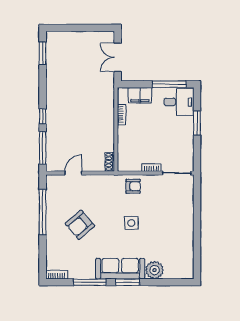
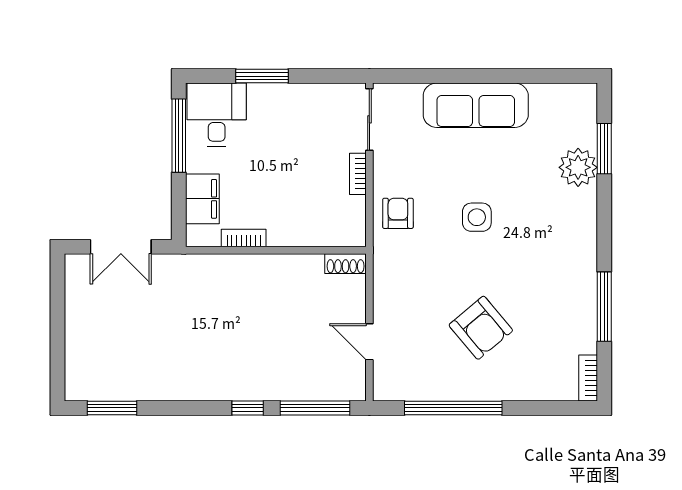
sofa: (120, 269) -> (476, 105), moved, turned -90
window: (128, 282) -> (604, 149), moved

